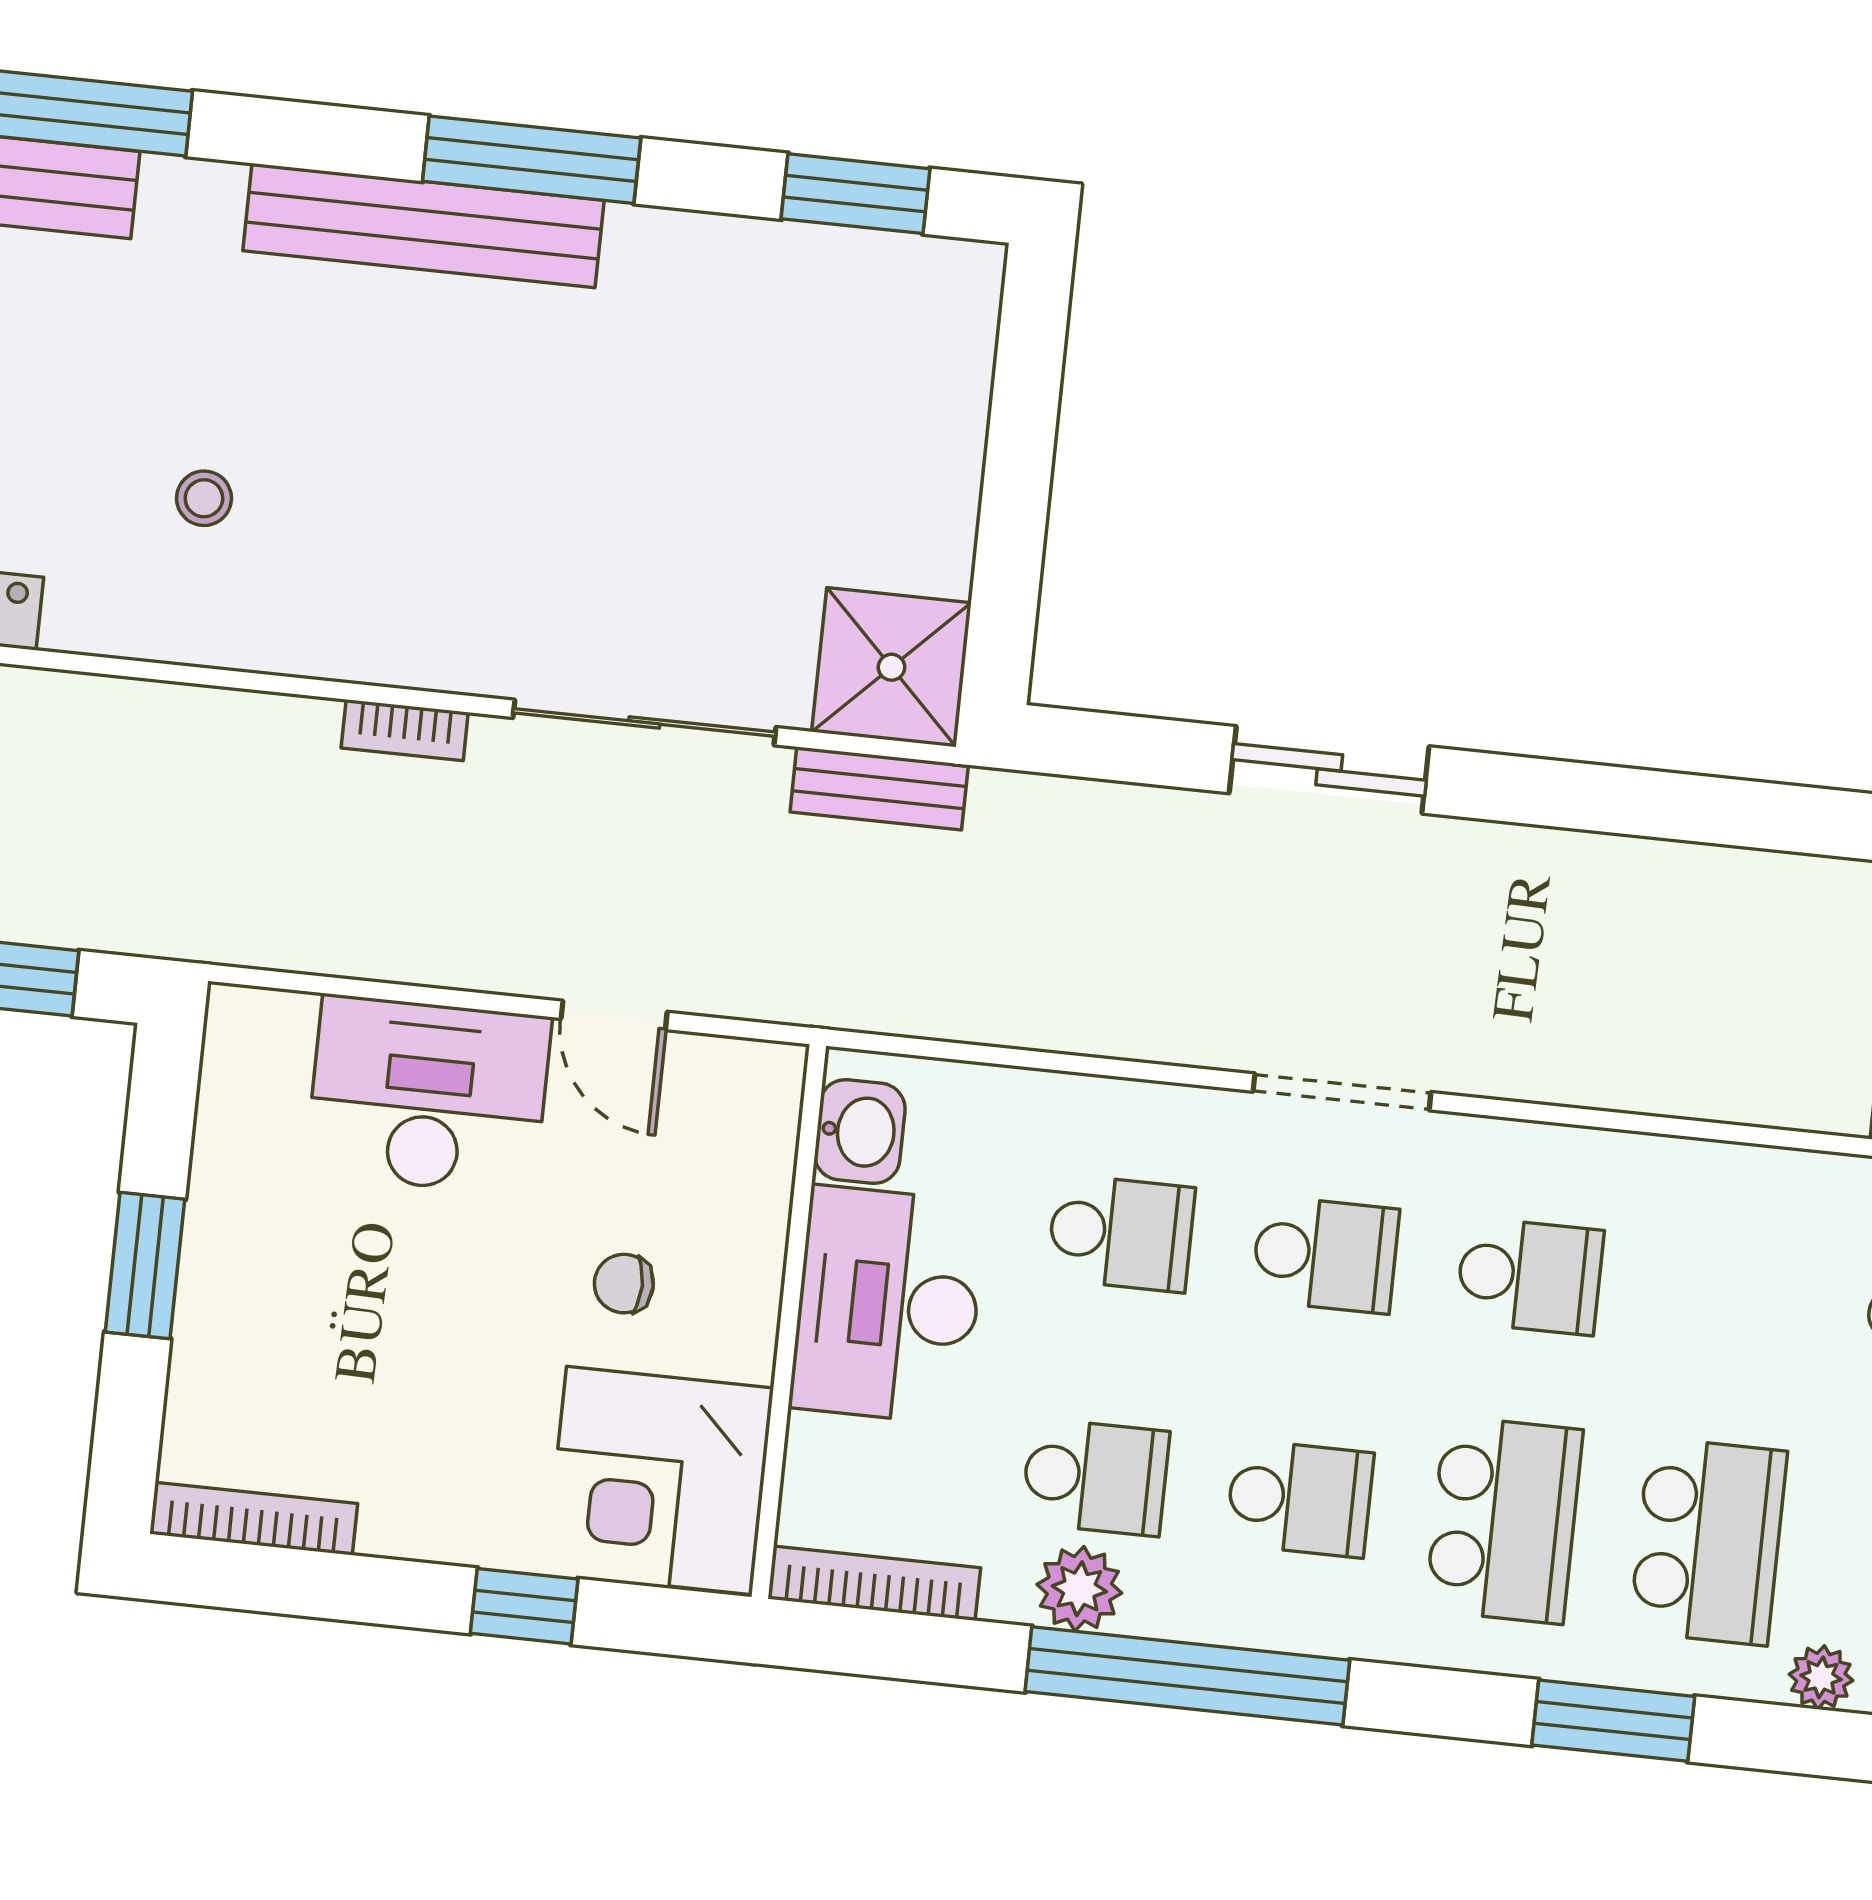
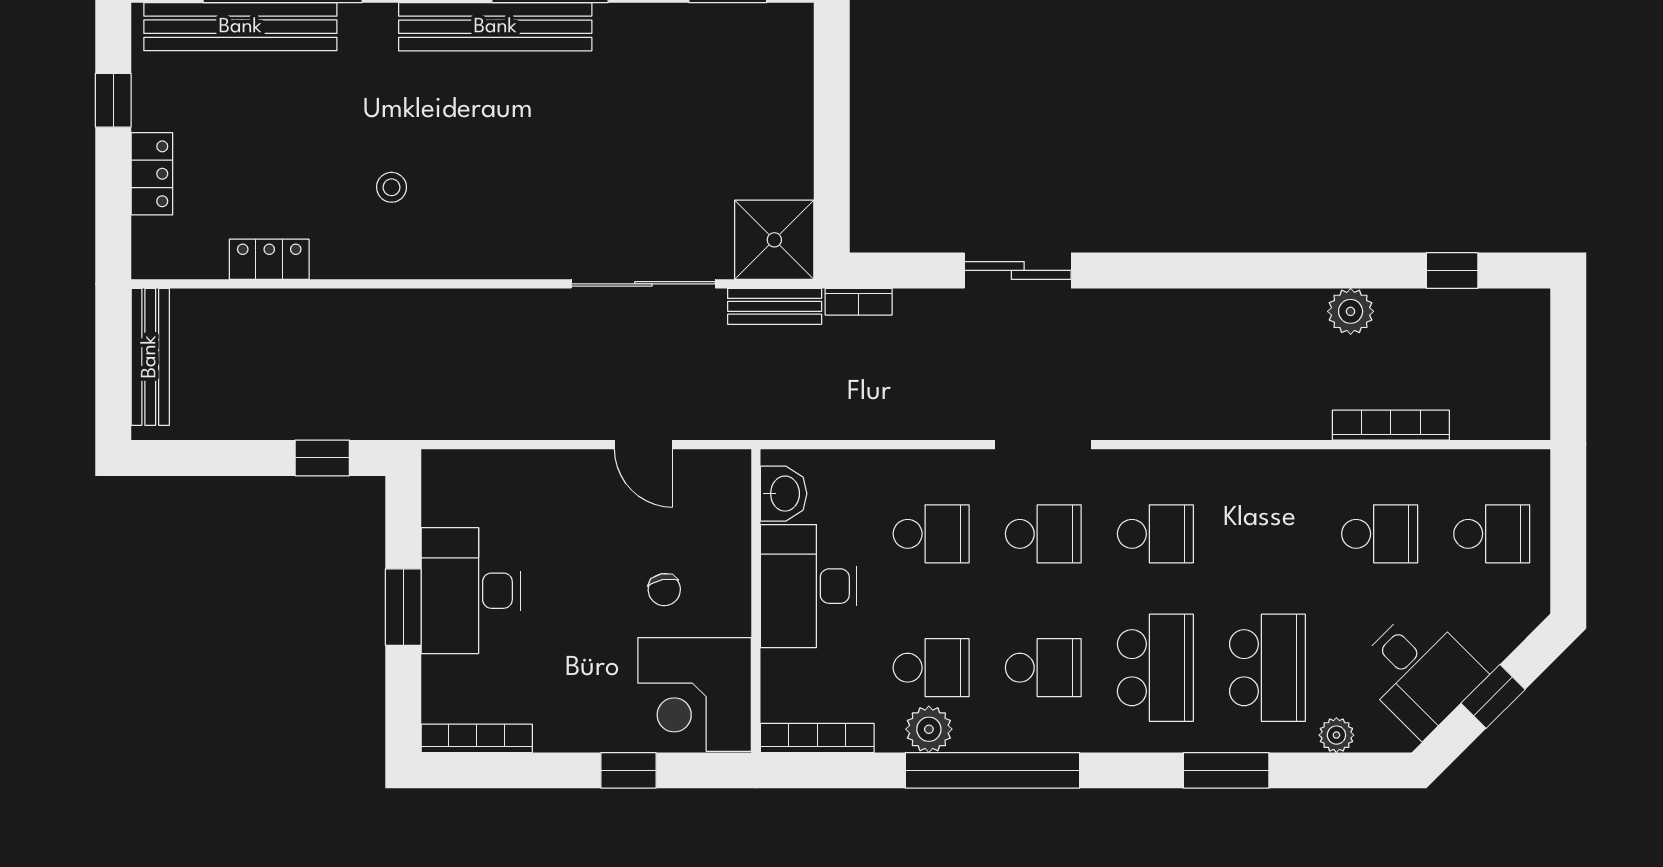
bookcase: (405, 730) -> (859, 302), moved
desk: (428, 1095) -> (471, 591), moved, turned -90
chair: (624, 1284) -> (664, 590), turned -101

